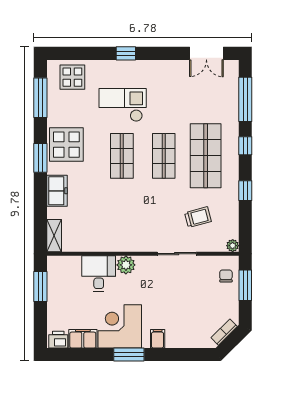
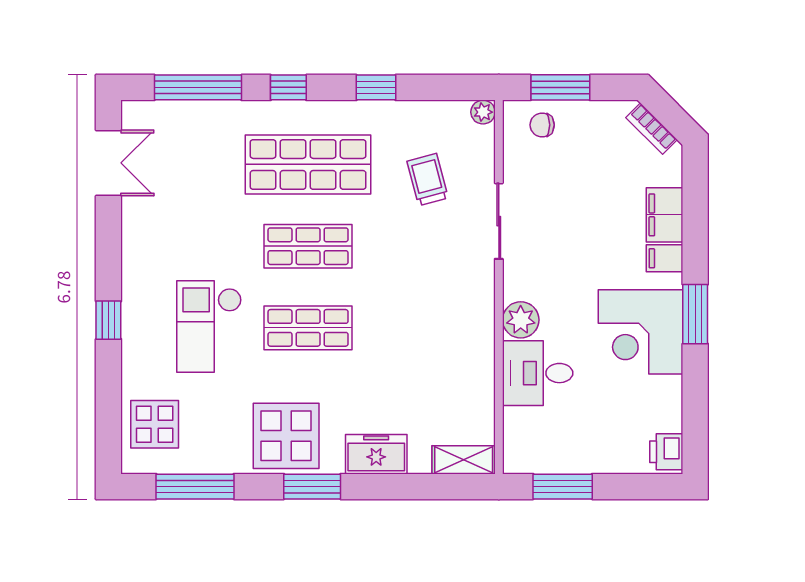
filing cabinet: (83, 339) -> (665, 215), moved

